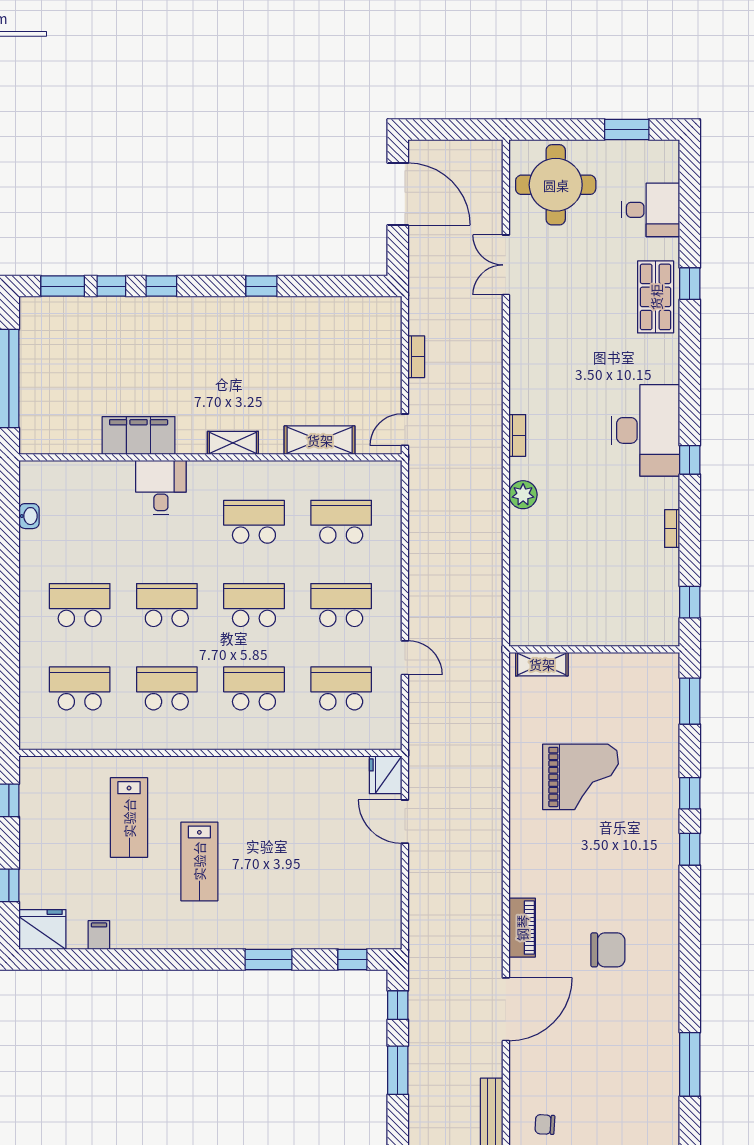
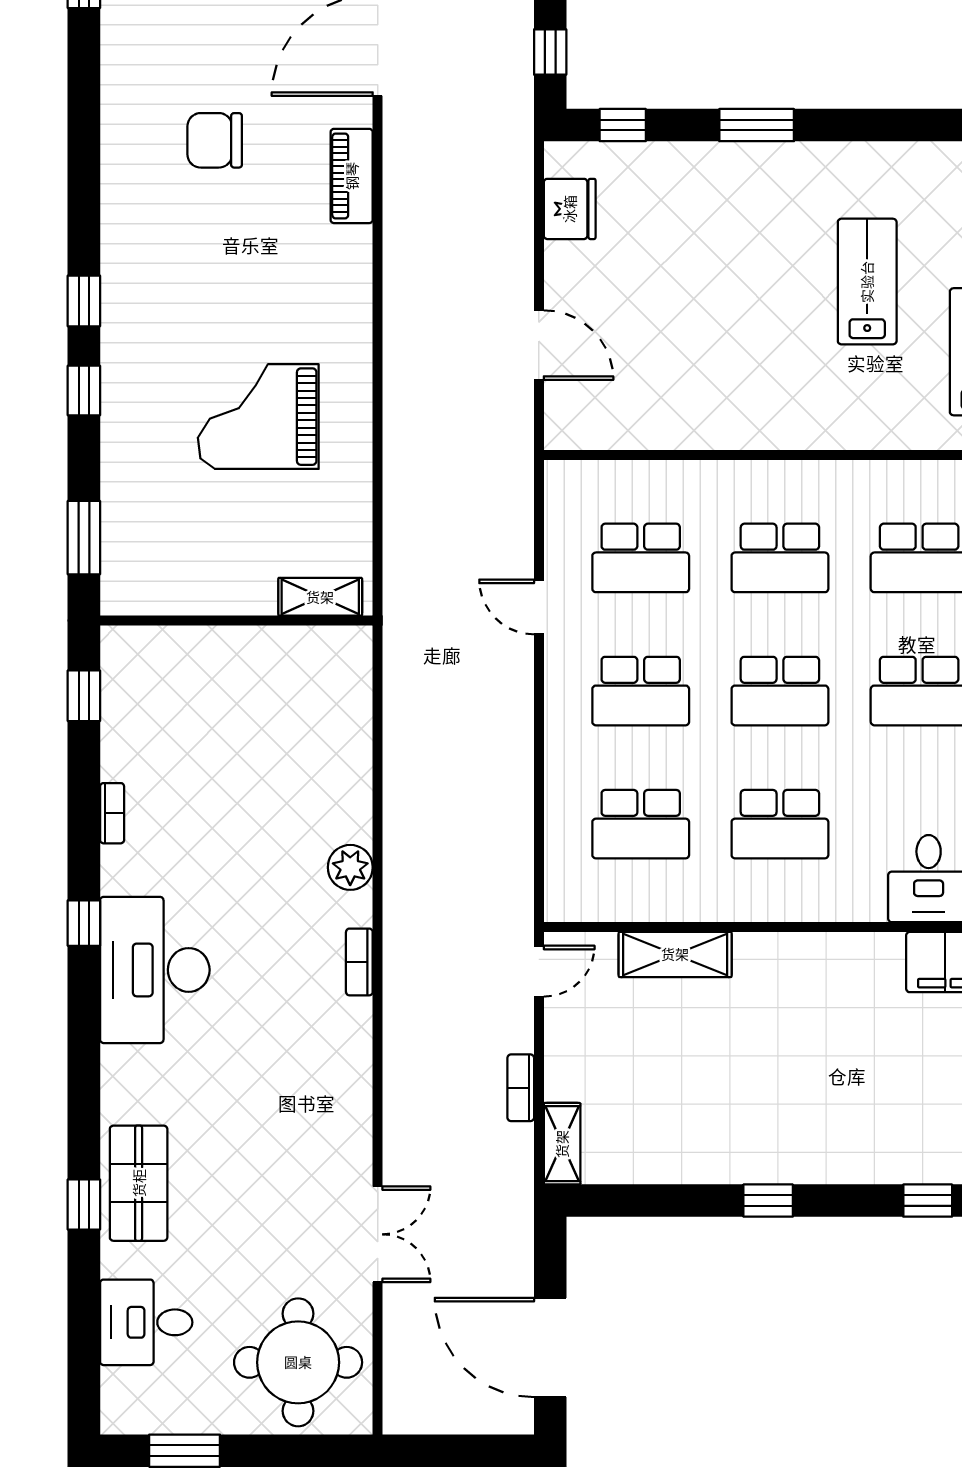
shelving: (233, 443) -> (562, 1144), moved, turned 90
fridge: (386, 775) -> (570, 209), moved

